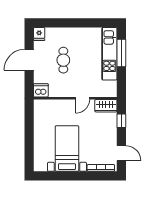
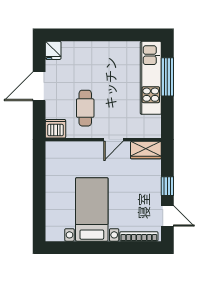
cafe table: (63, 60) -> (85, 108), moved
window: (121, 121) -> (167, 186), moved

